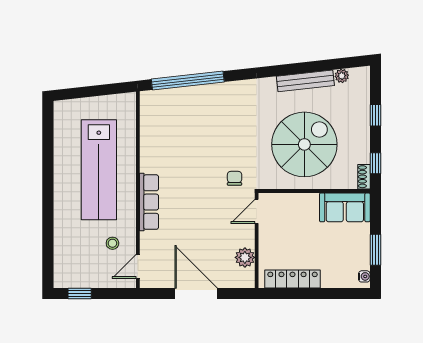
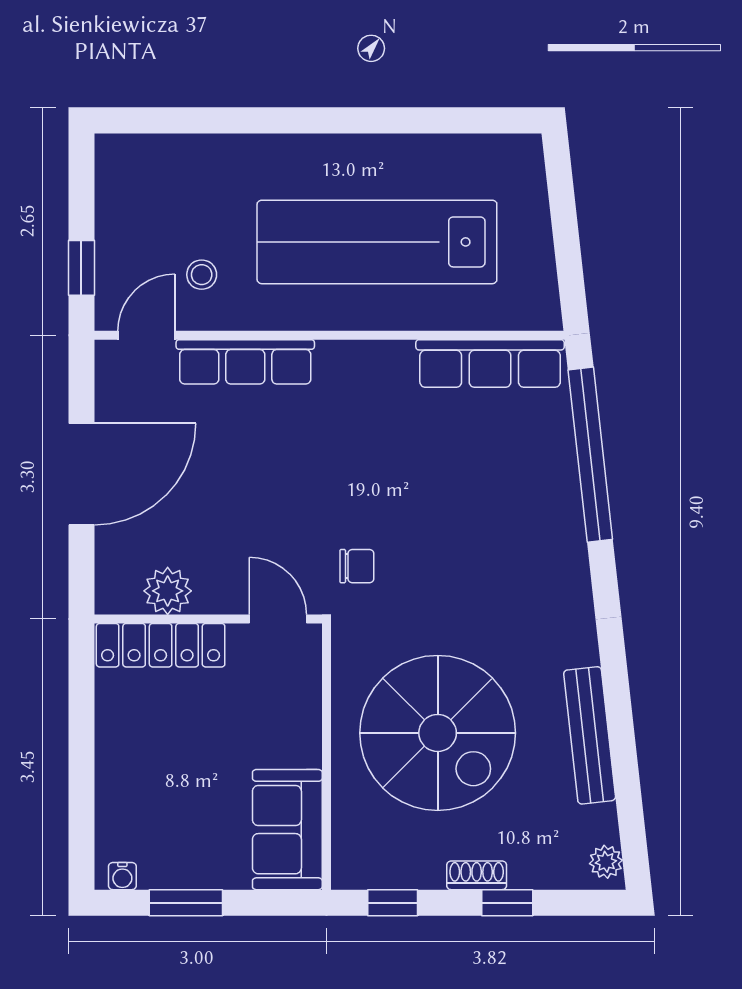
plant: (342, 76) -> (606, 862), moved
row of seats: (150, 123) -> (490, 364), added
shoe rack: (364, 177) -> (477, 875), moved
row of seats: (149, 202) -> (245, 362), moved
door: (138, 266) -> (146, 335), hinge flipped
locker: (293, 279) -> (161, 645), moved, turned 90
window: (80, 294) -> (81, 268), moved

